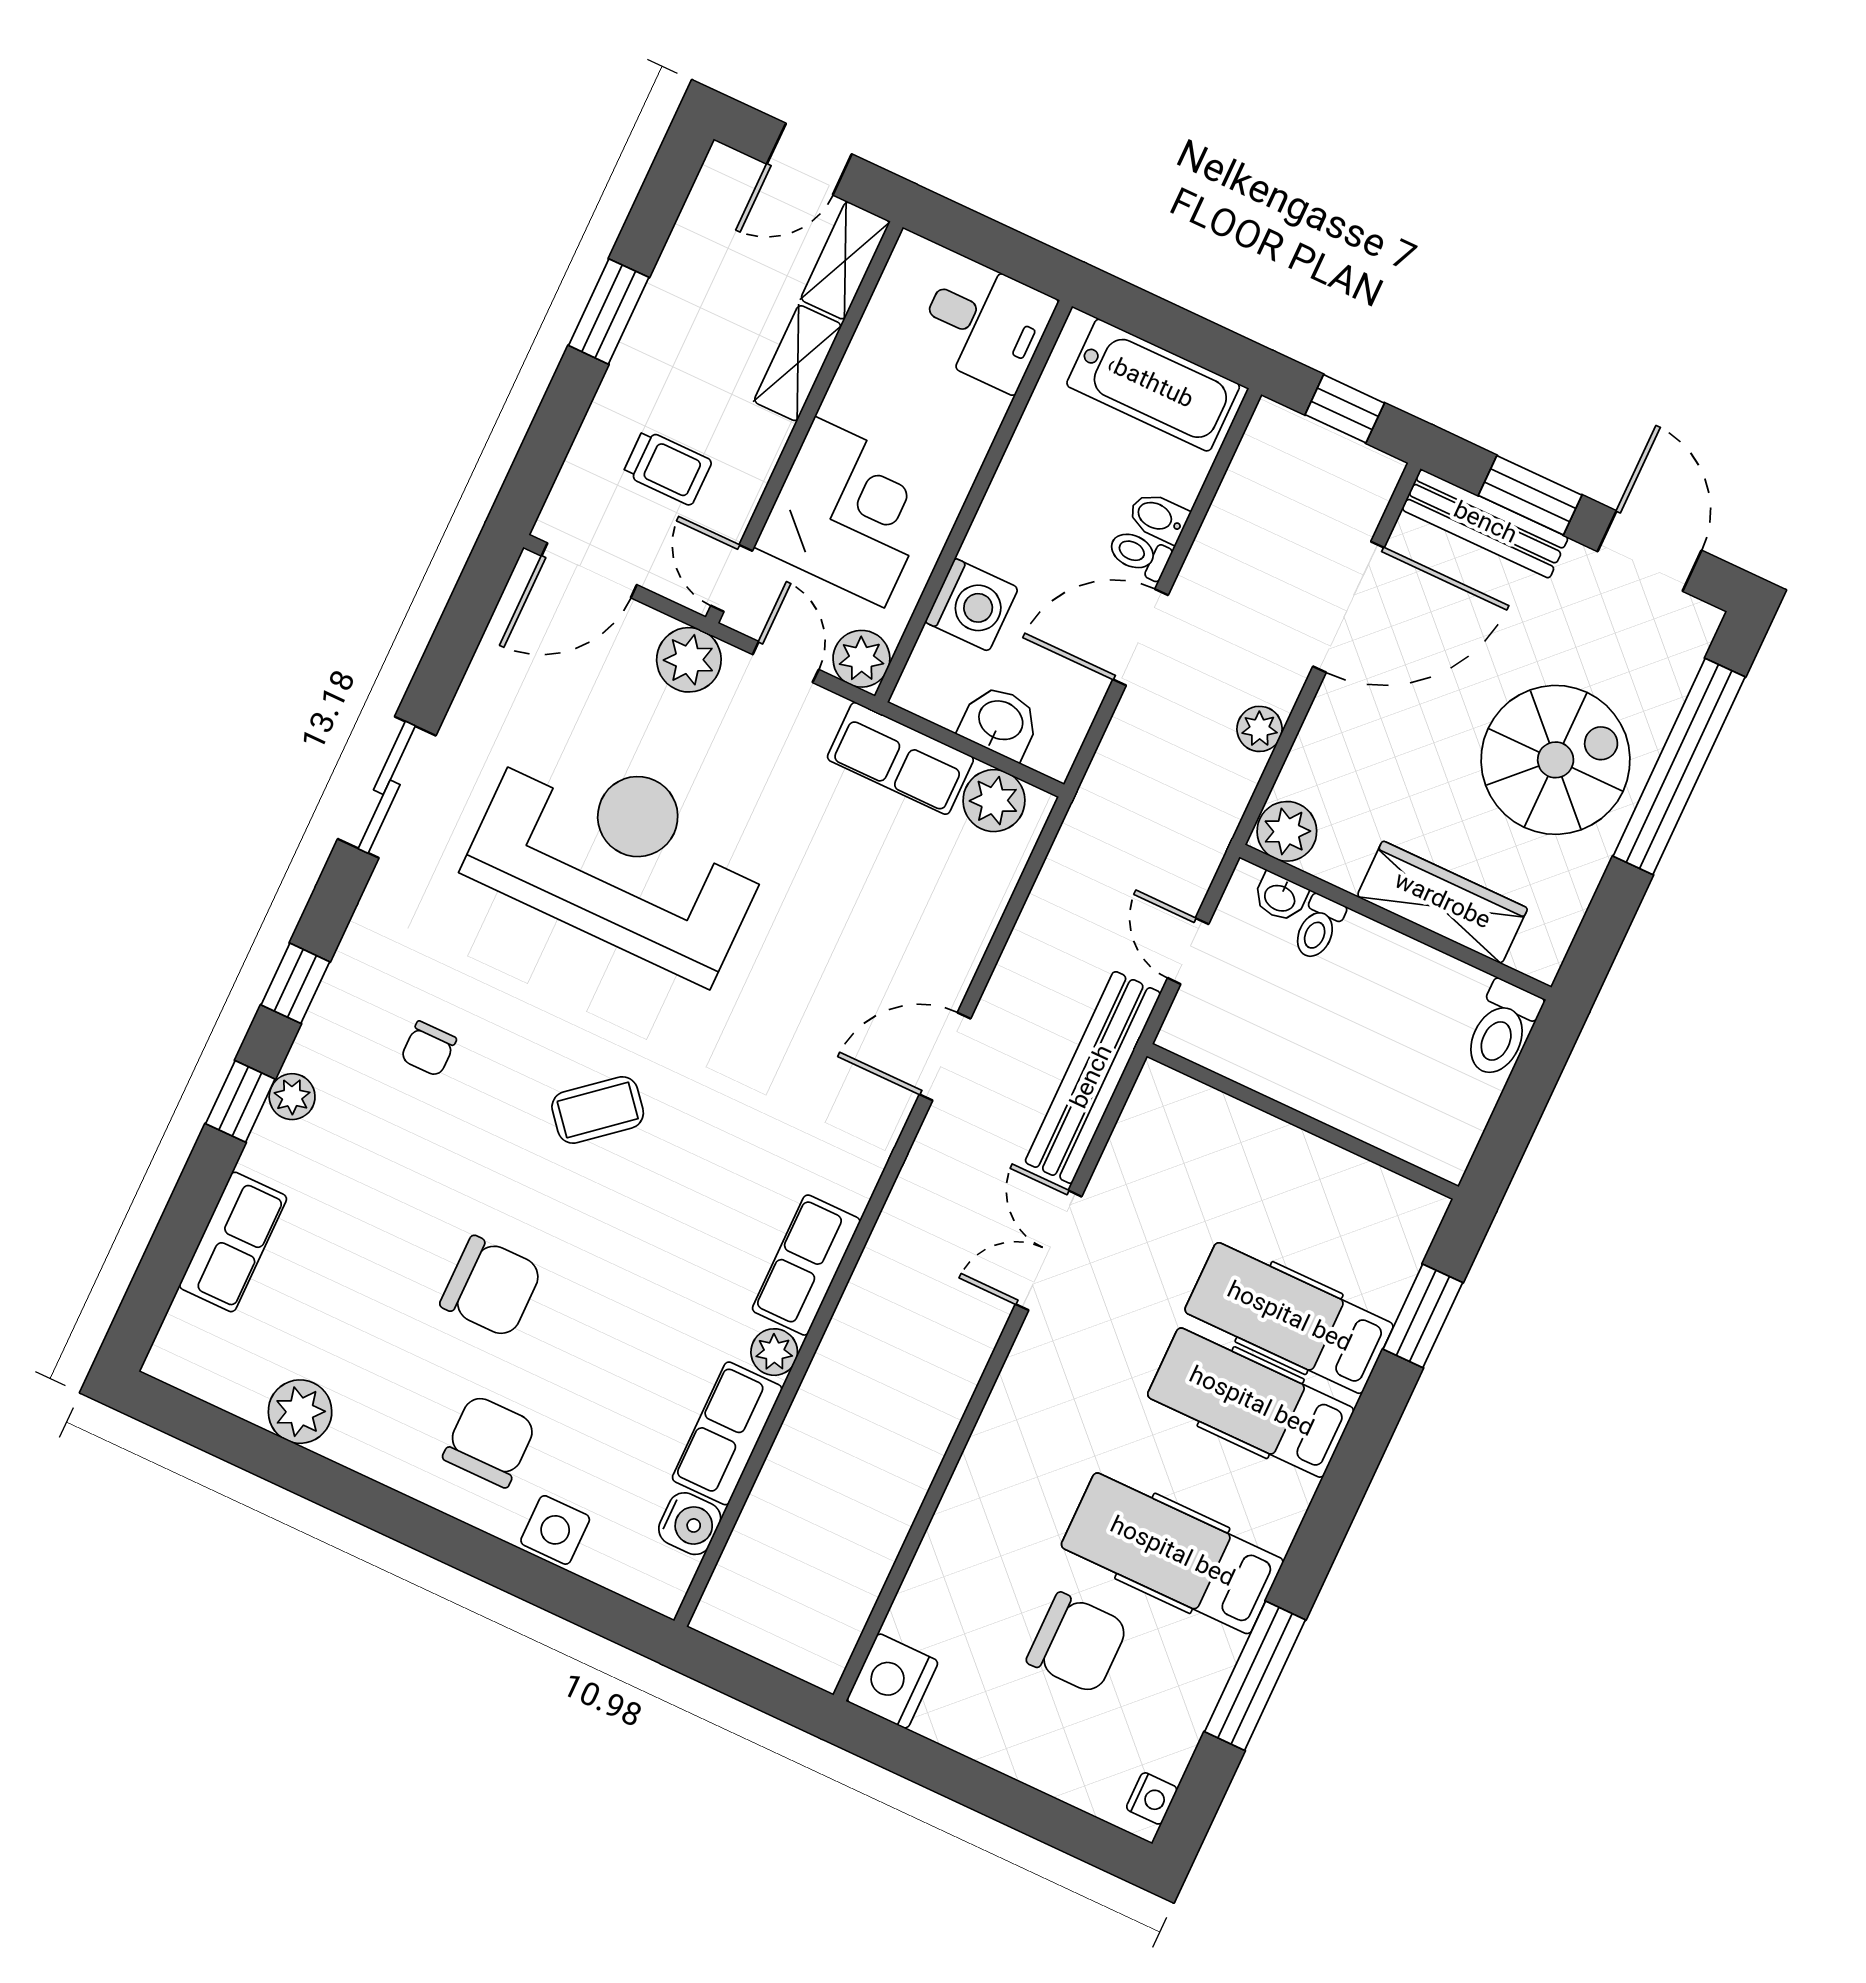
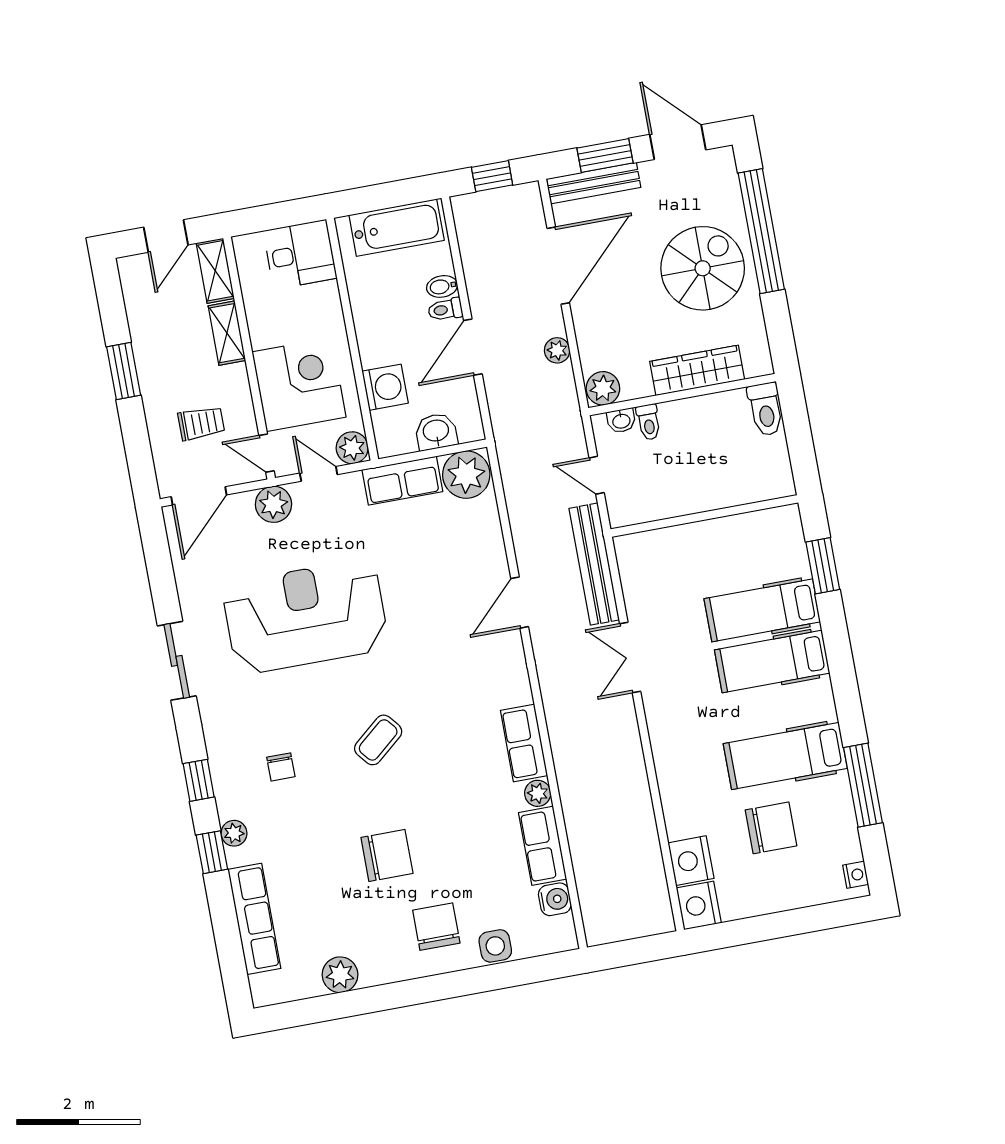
plant: (994, 801) -> (466, 475), width x1.36, depth x1.36
row of seats: (233, 1242) -> (254, 919), width x1.48
nightstand: (927, 1608) -> (691, 861), added

